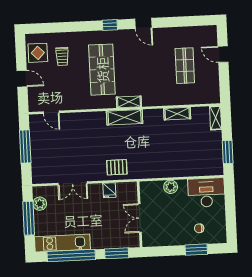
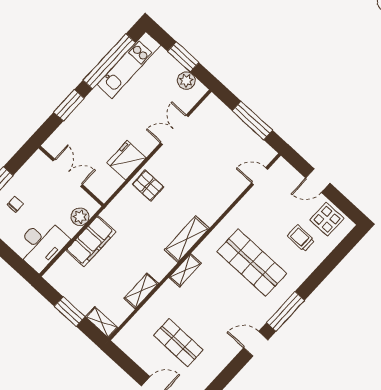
window: (110, 25) -> (286, 311), width x2.17
shelving: (129, 102) -> (185, 270), moved
window: (228, 152) -> (70, 312), moved
pallet: (117, 167) -> (148, 185), turned 90
filing cabinet: (178, 168) -> (91, 241), added
fridge: (109, 190) -> (126, 160), width x1.88, depth x1.34
wall: (140, 214) -> (71, 176), moved
window: (29, 218) -> (183, 57), width x0.69
double door: (140, 218) -> (68, 173), moved

